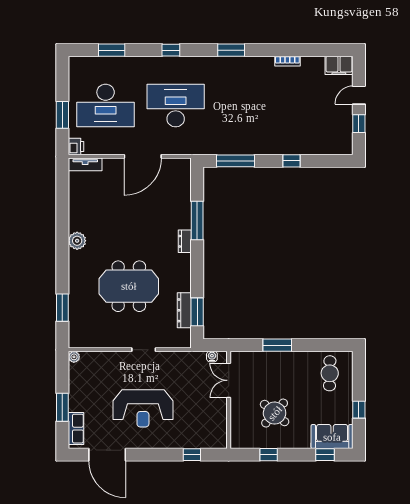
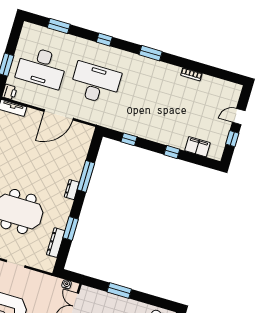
filing cabinet: (339, 65) -> (197, 147), moved, turned 180
window: (236, 161) -> (129, 139), width x0.46
window: (197, 312) -> (71, 229), moved

